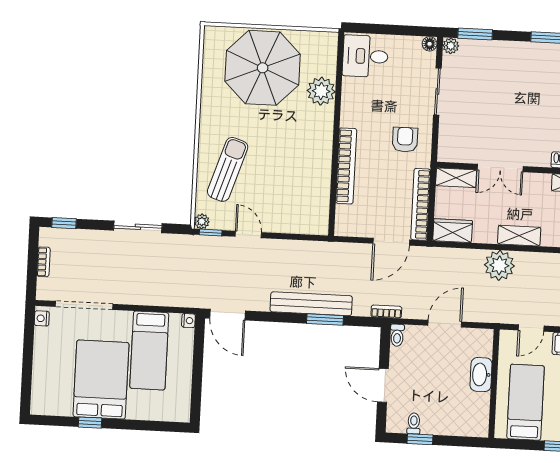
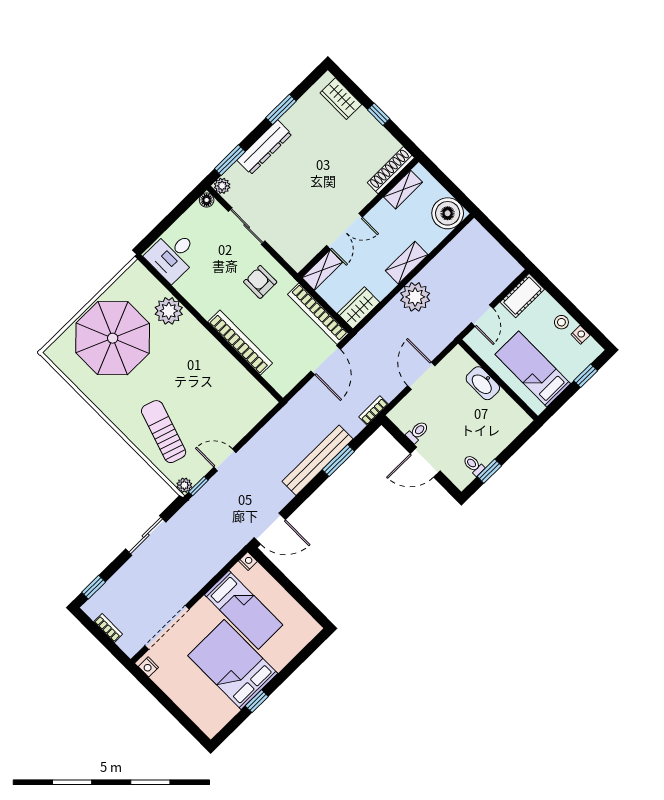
dresser: (508, 51) -> (264, 147), added
toilet: (397, 335) -> (417, 432), moved, turned -90

